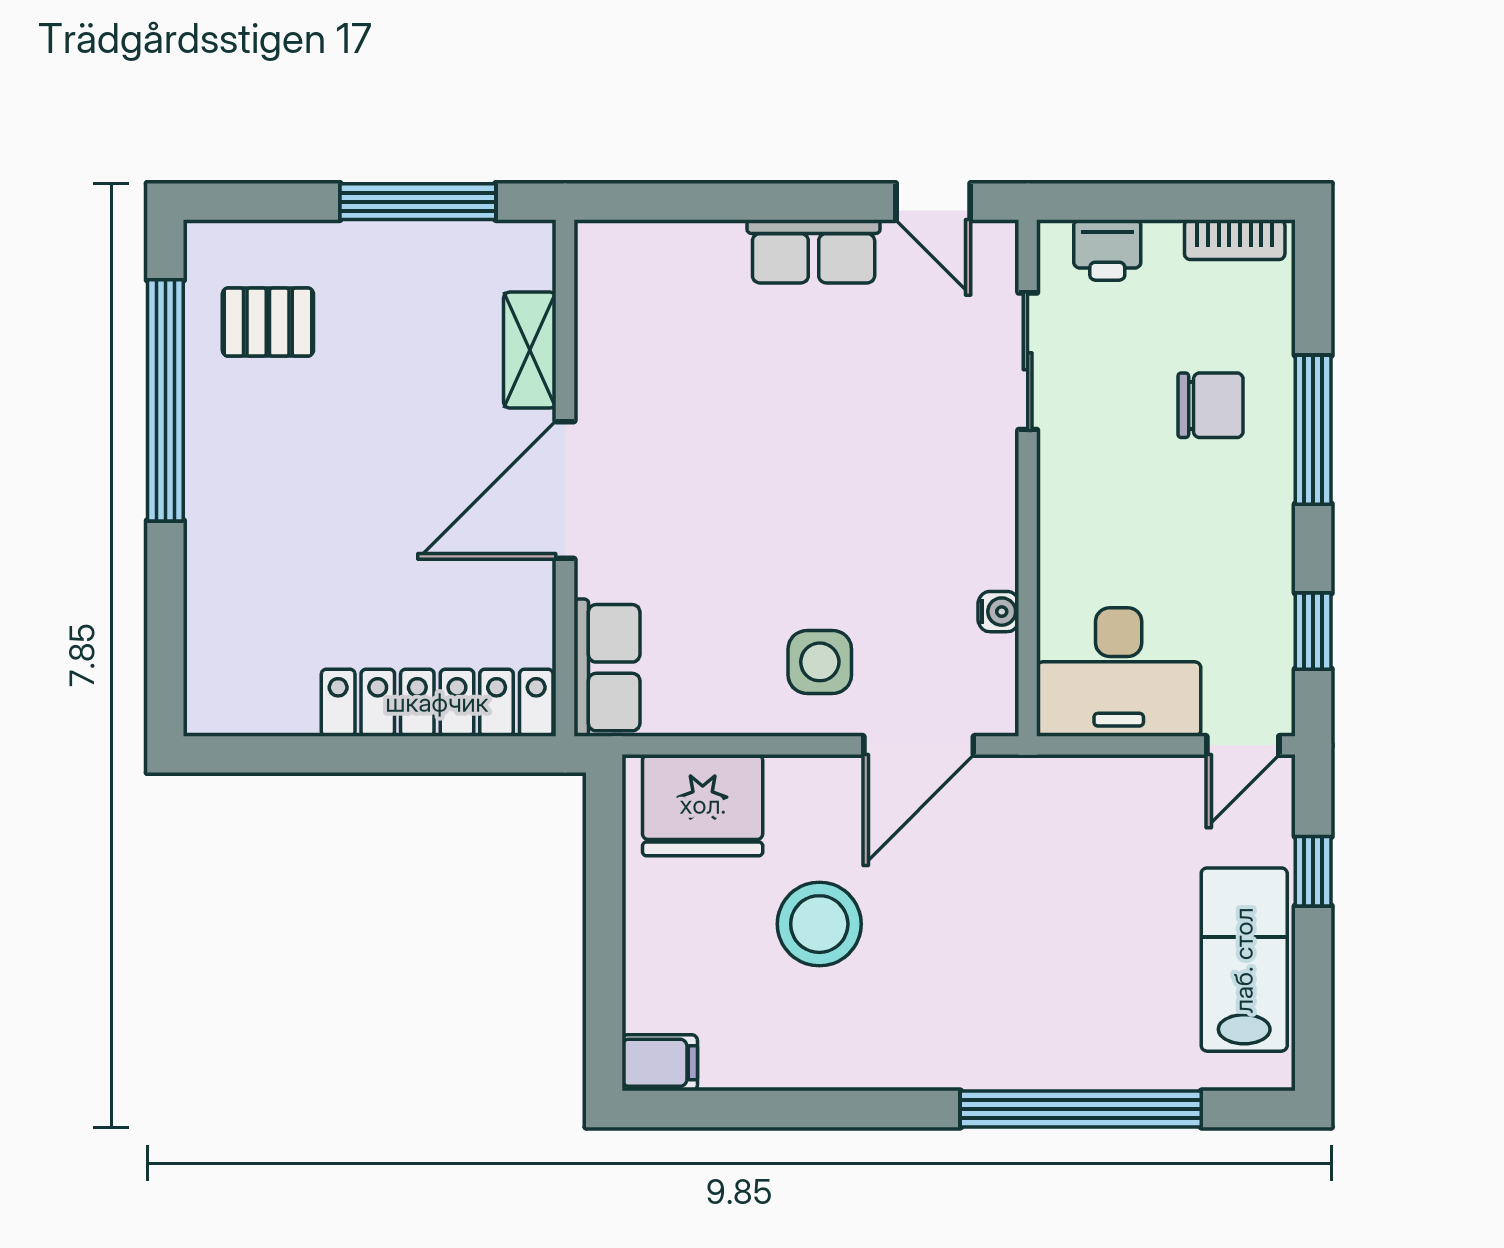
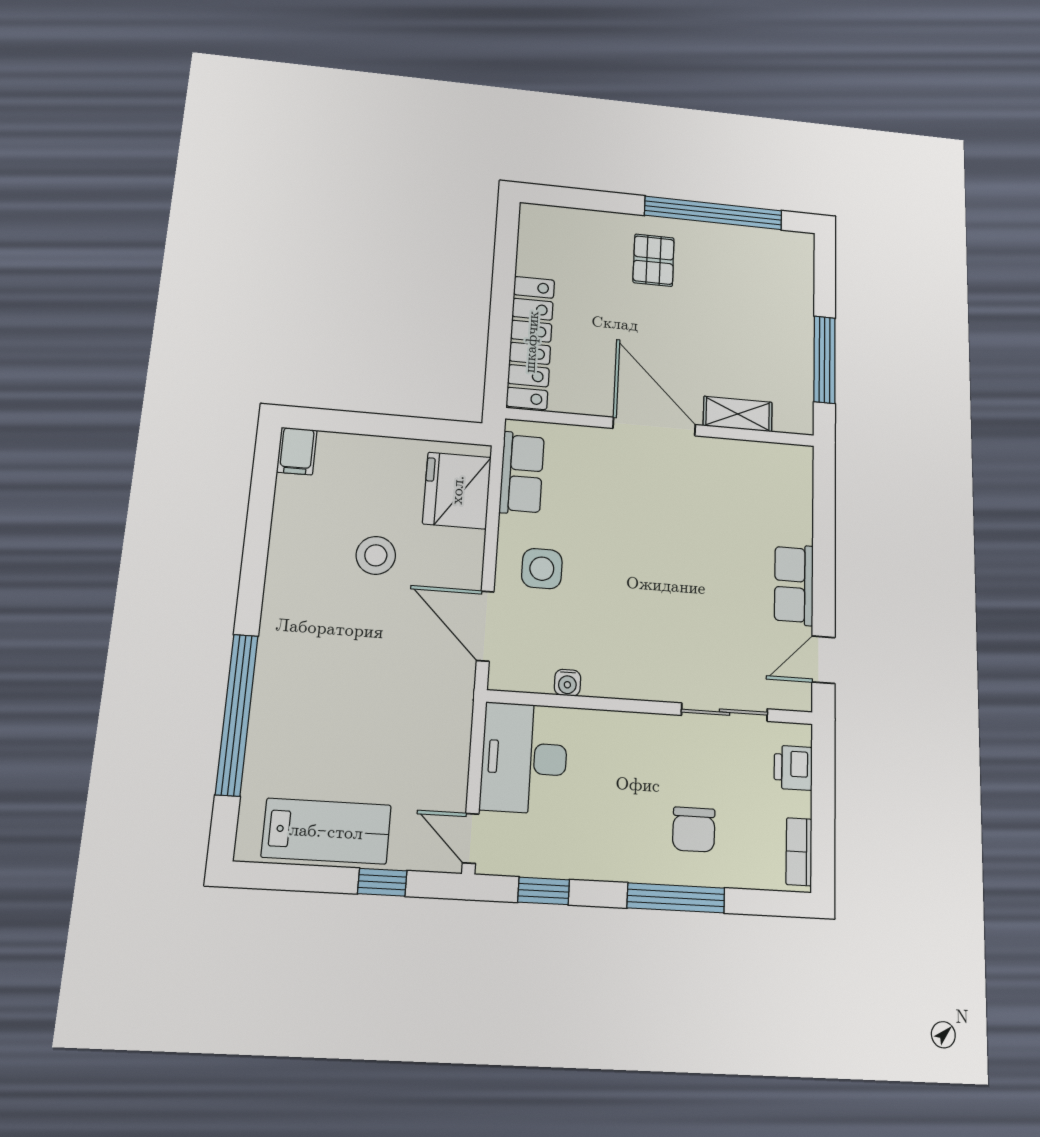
pallet: (268, 322) -> (654, 260), moved
row of seats: (607, 668) -> (522, 473), moved, turned -90
stool: (819, 924) -> (376, 555), width x0.73, depth x0.73

